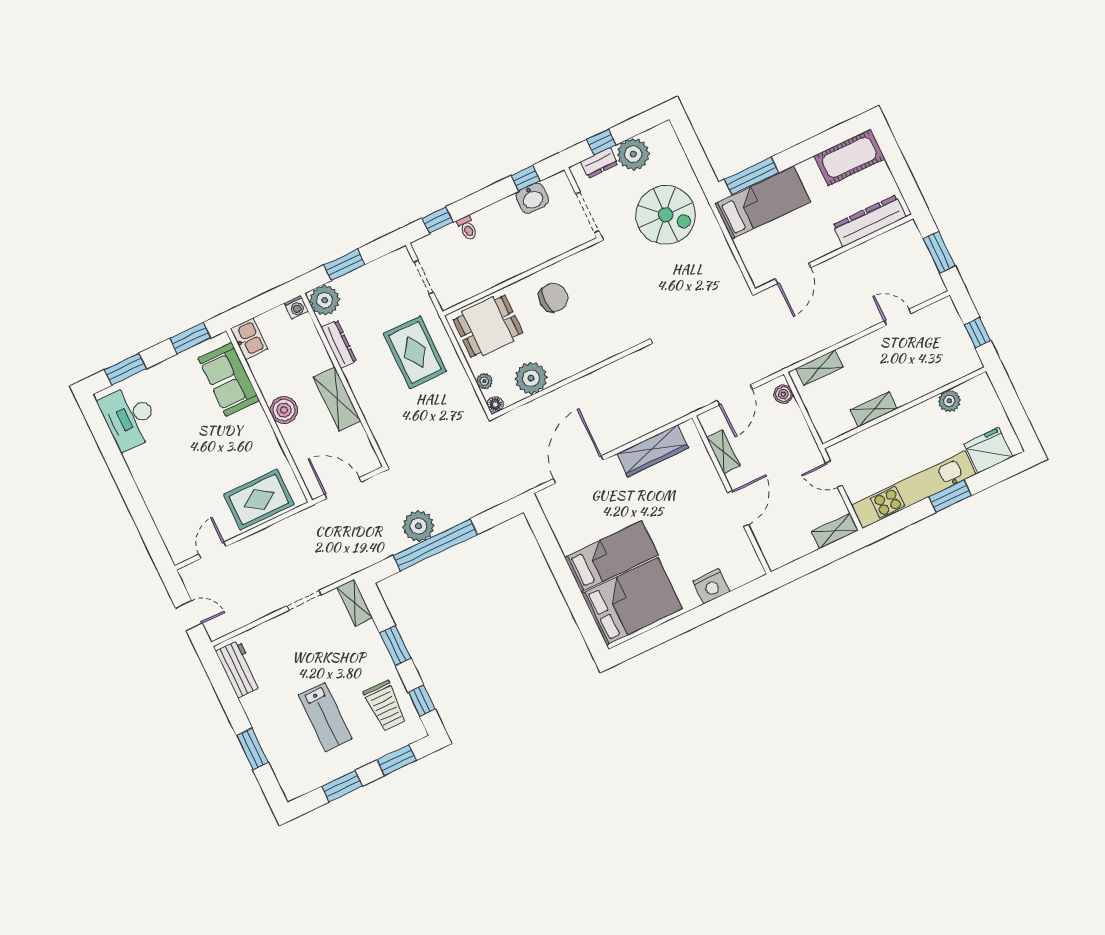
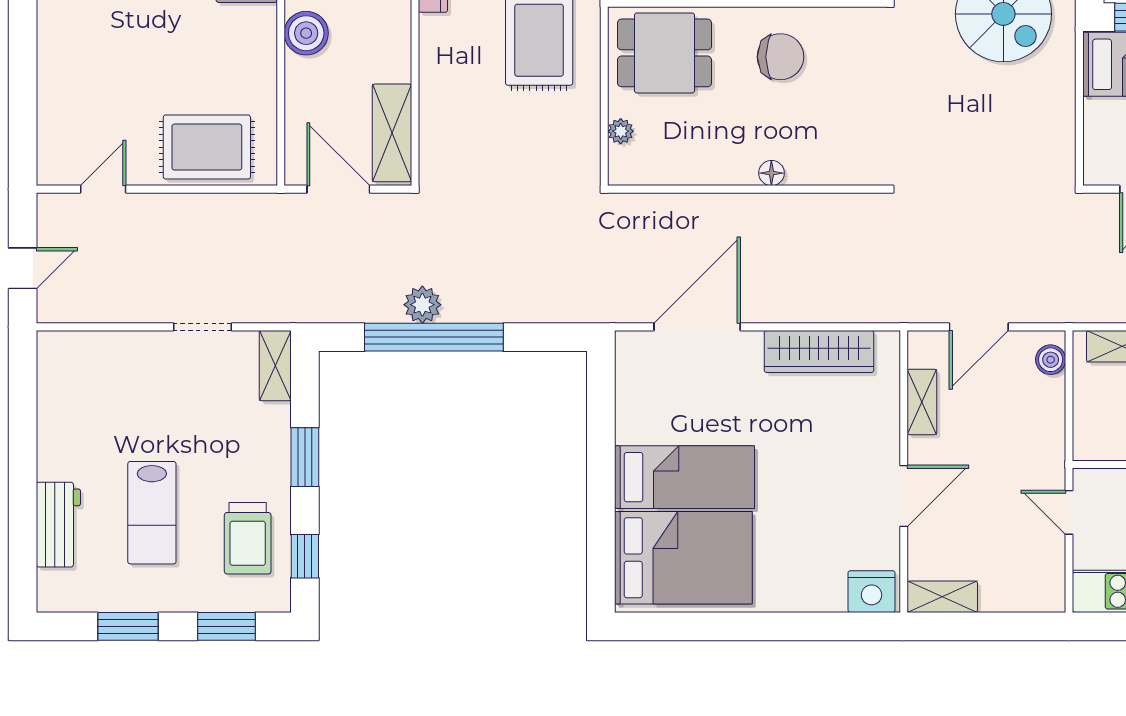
plant: (531, 378) -> (691, 159), removed
shelving: (337, 399) -> (392, 133), moved
floor lamp: (495, 404) -> (771, 173), moved
plant: (418, 526) -> (422, 305), width x0.73, depth x0.73
shelving: (835, 531) -> (942, 597), moved
nightstand: (711, 586) -> (872, 592), moved
door: (189, 616) -> (23, 268), hinge flipped
workbench: (239, 669) -> (58, 525), moved
window: (252, 749) -> (23, 509), removed

